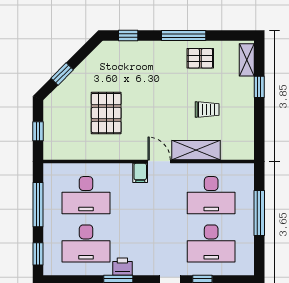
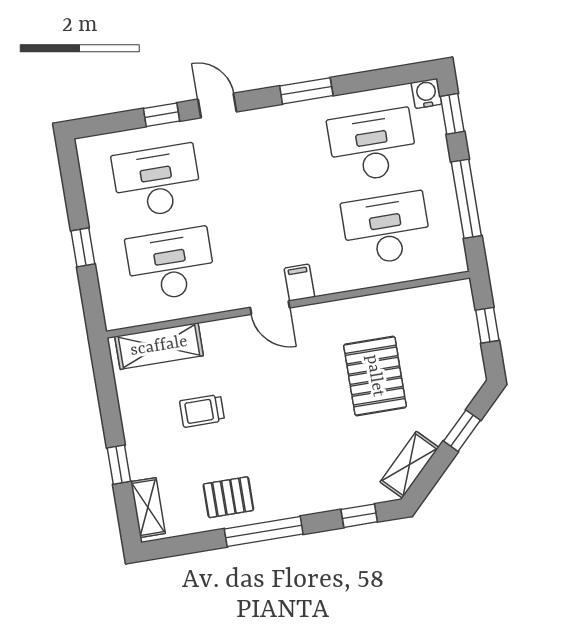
shelving: (95, 60) -> (409, 465), added
shelving: (196, 150) -> (159, 346), moved
window: (259, 213) -> (83, 247), width x0.46
printer: (122, 267) -> (303, 116), removed
water cooler: (51, 268) -> (426, 93), added

